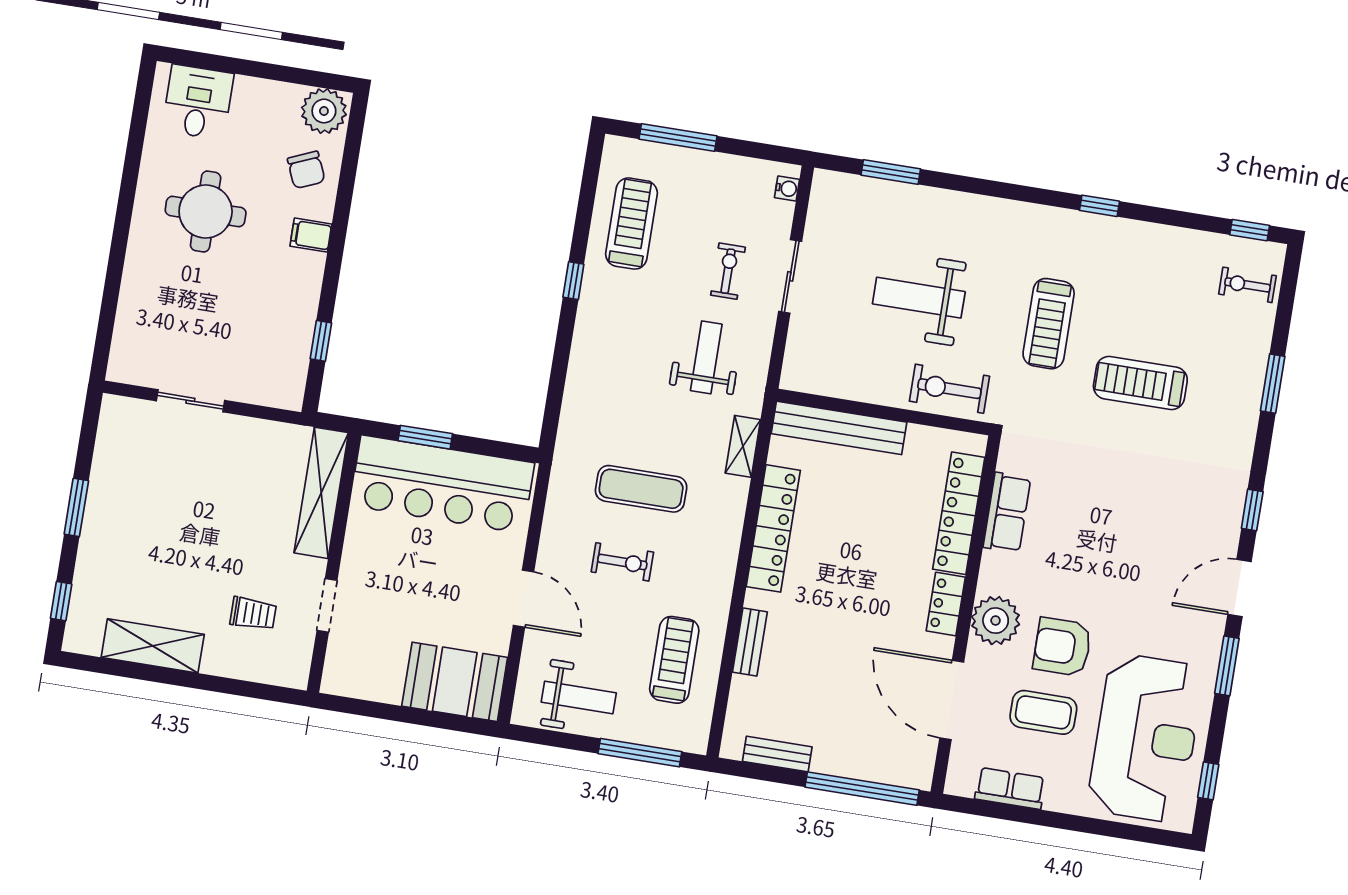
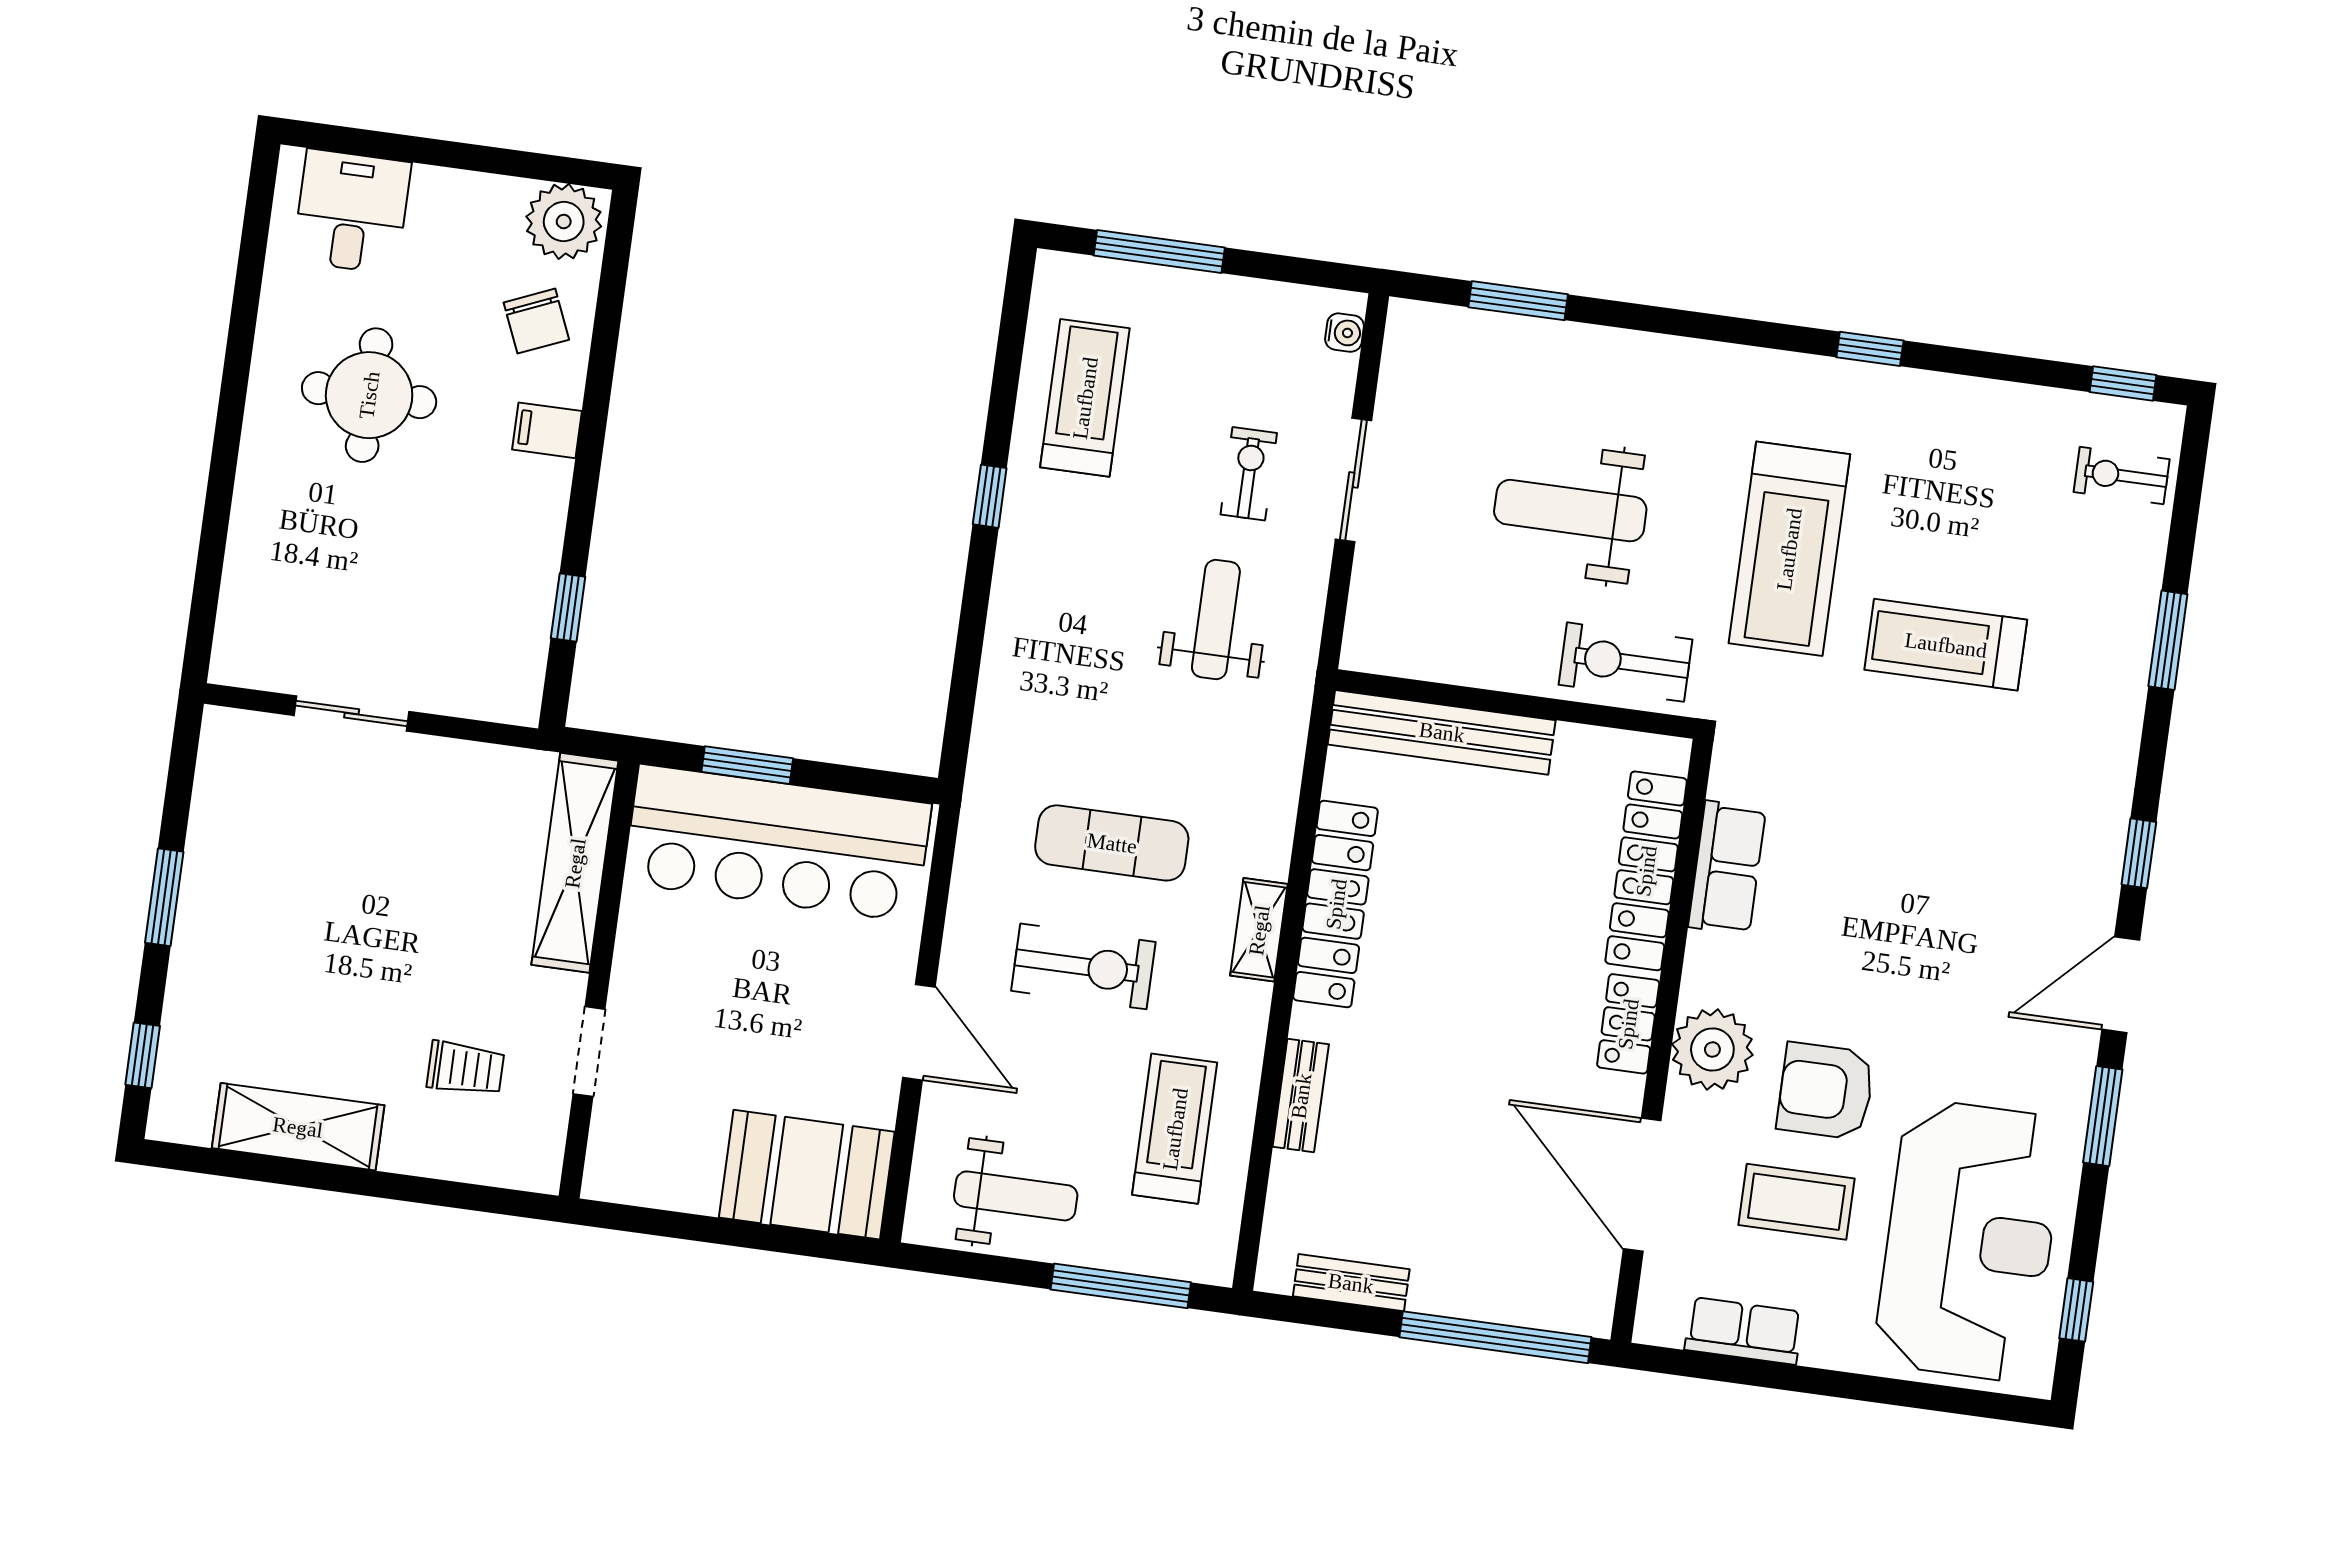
treadmill: (1049, 324) -> (1789, 549), width x1.37, depth x1.38
shelving: (743, 446) -> (1259, 930), moved
exercise bike: (622, 562) -> (1083, 966), width x1.38, depth x1.39

